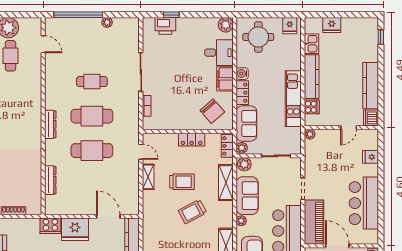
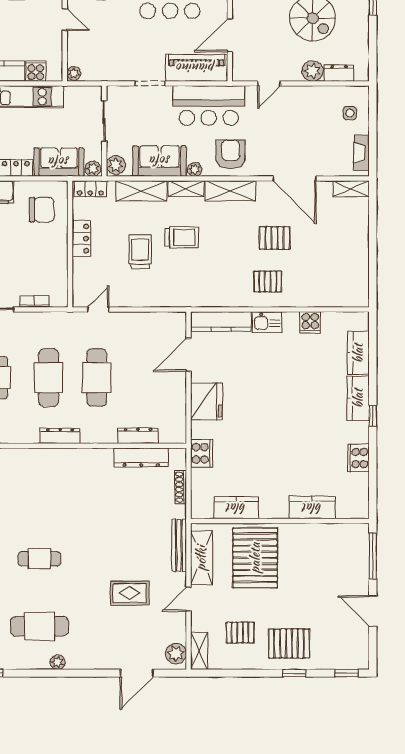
chair: (212, 111) -> (42, 210), turned 41
shelving: (148, 177) -> (186, 189), moved
dresser: (35, 182) -> (141, 458), added
trolley: (192, 212) -> (182, 237), turned -62
cooker: (50, 226) -> (202, 453), moved

